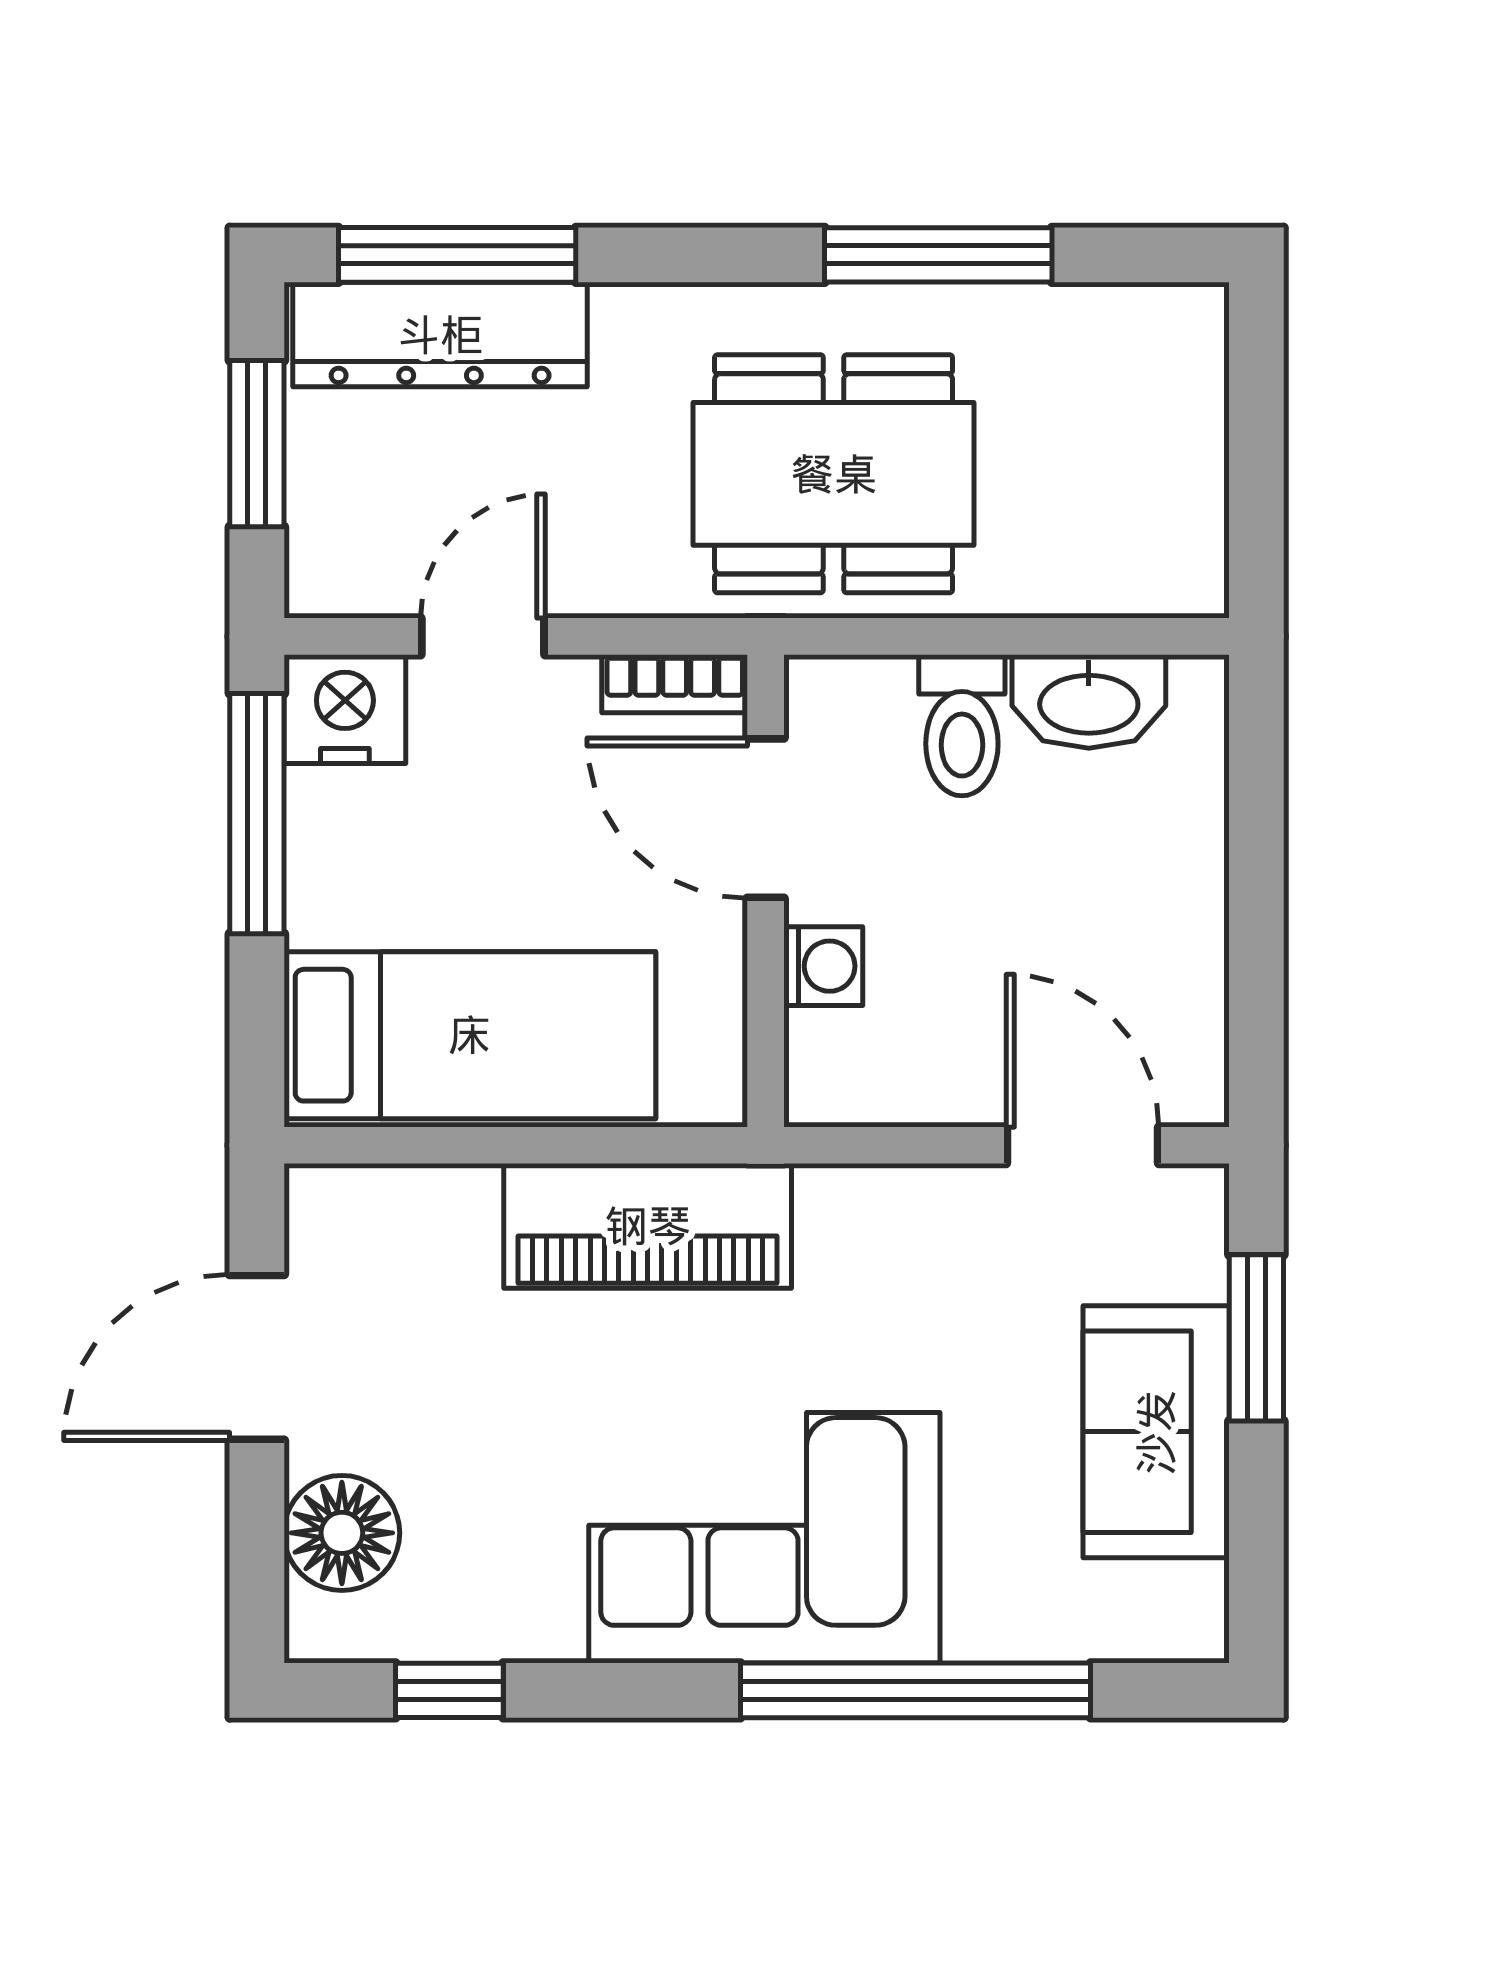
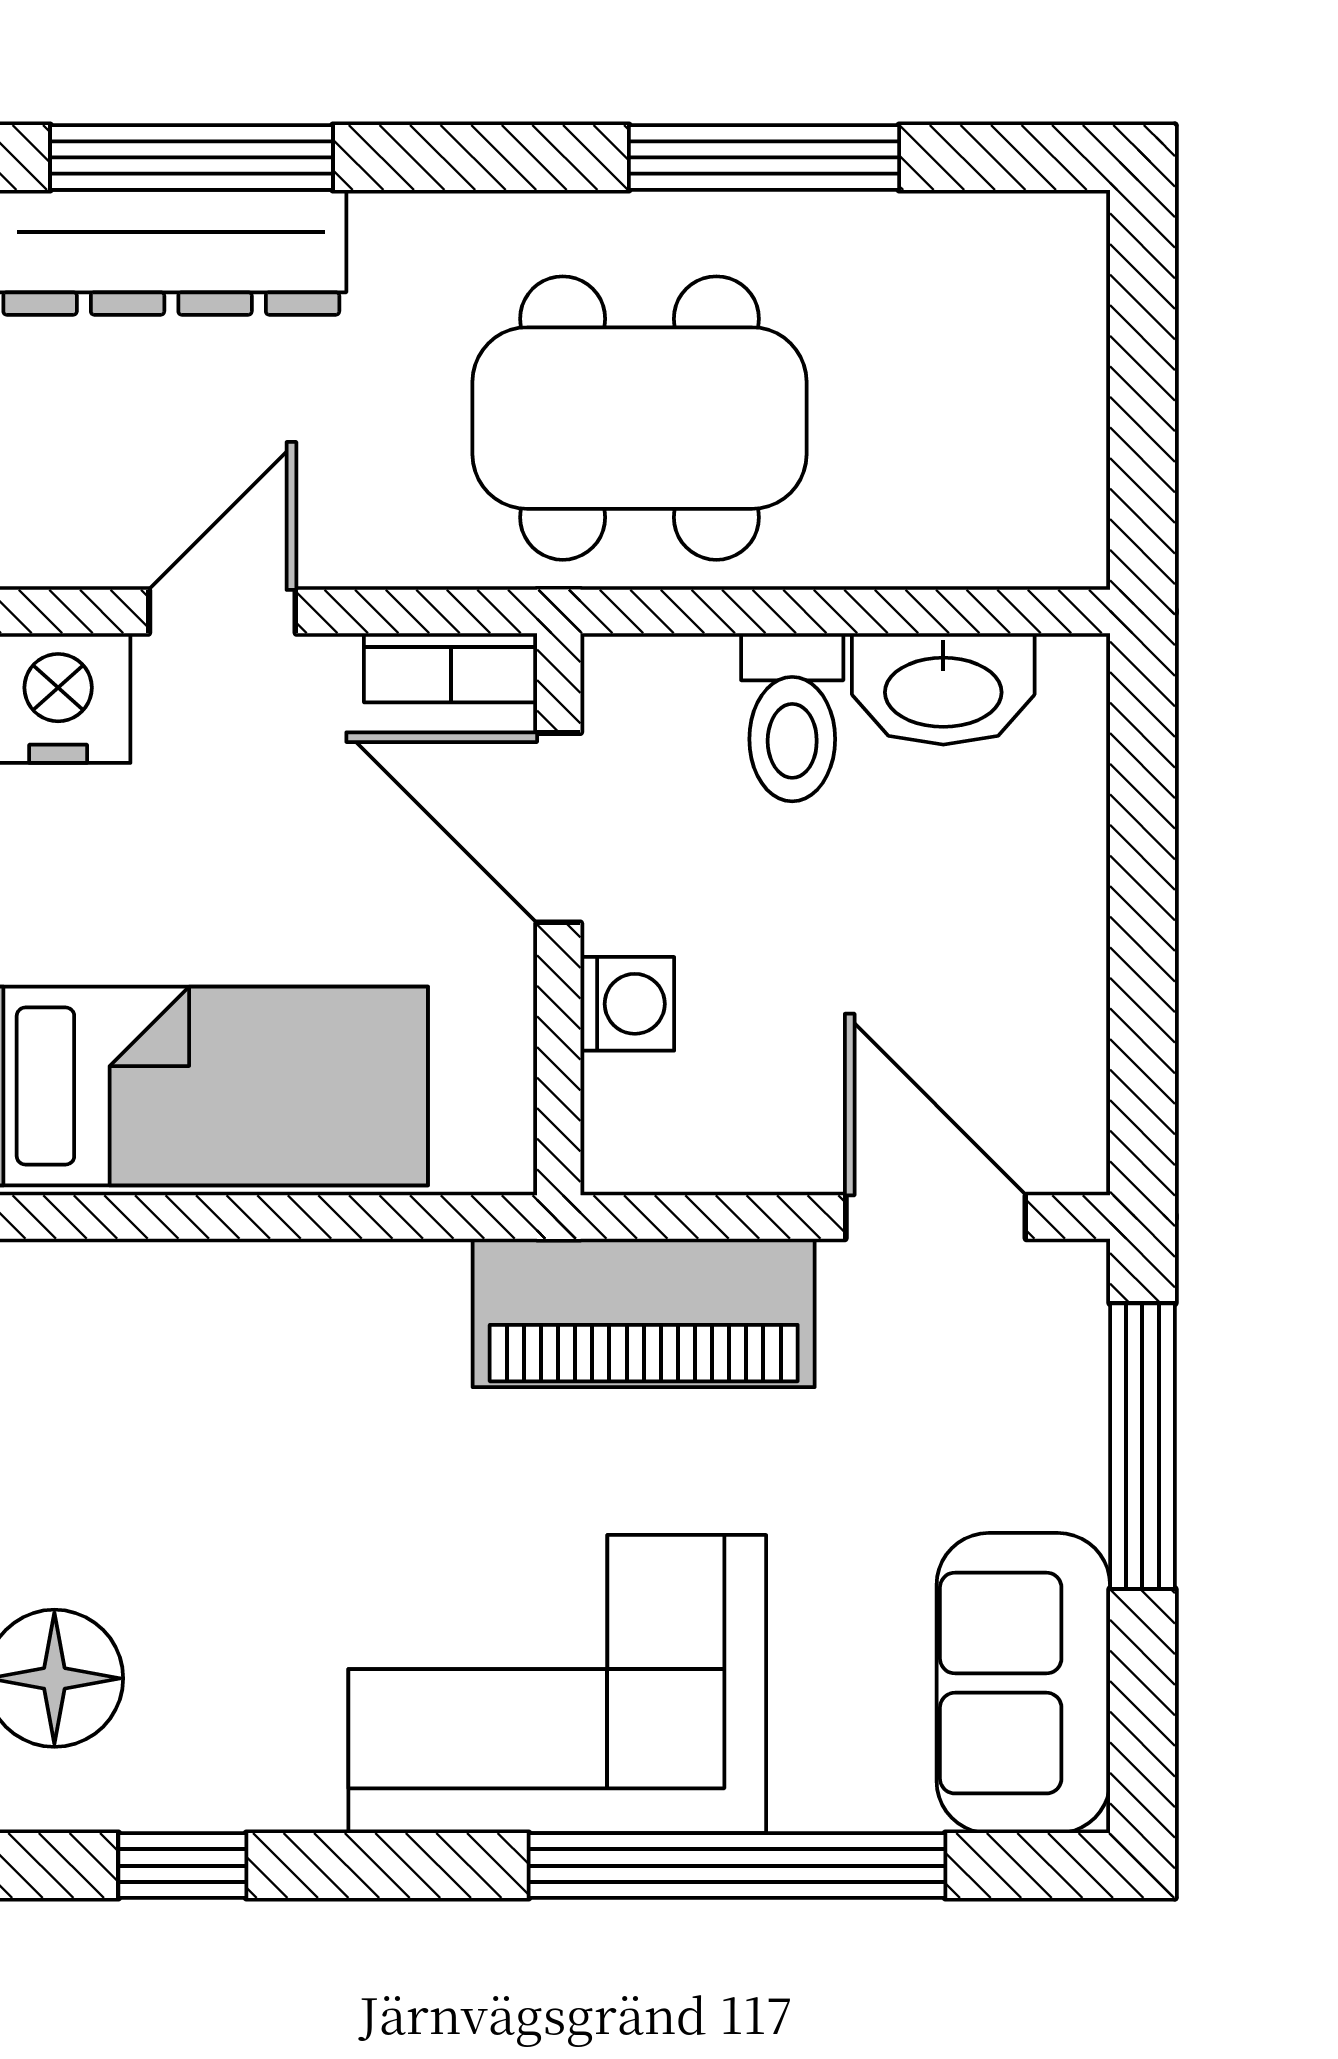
piano: (648, 1226) -> (644, 1313), moved
window: (1256, 1338) -> (1142, 1446), width x1.44
sofa: (1156, 1432) -> (1023, 1683), moved

